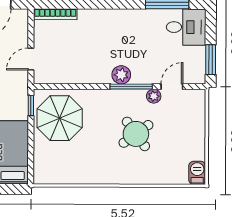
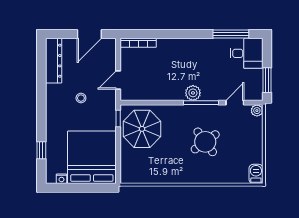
plant: (154, 96) -> (257, 111), moved

